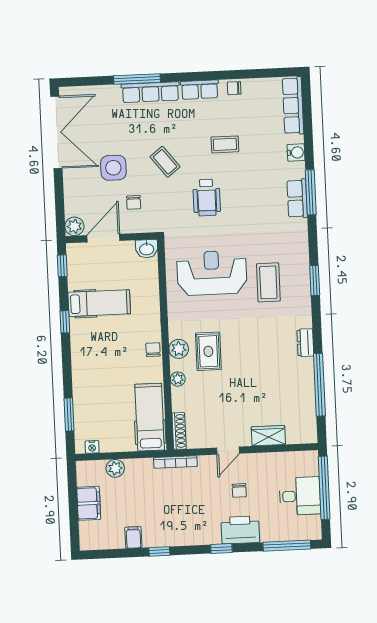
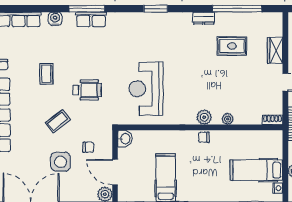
coffee table: (268, 282) -> (155, 45), removed
rug: (208, 351) -> (232, 46), moved
hospital bed: (150, 417) -> (256, 170), moved
shoe rack: (179, 431) -> (273, 120), width x0.70

